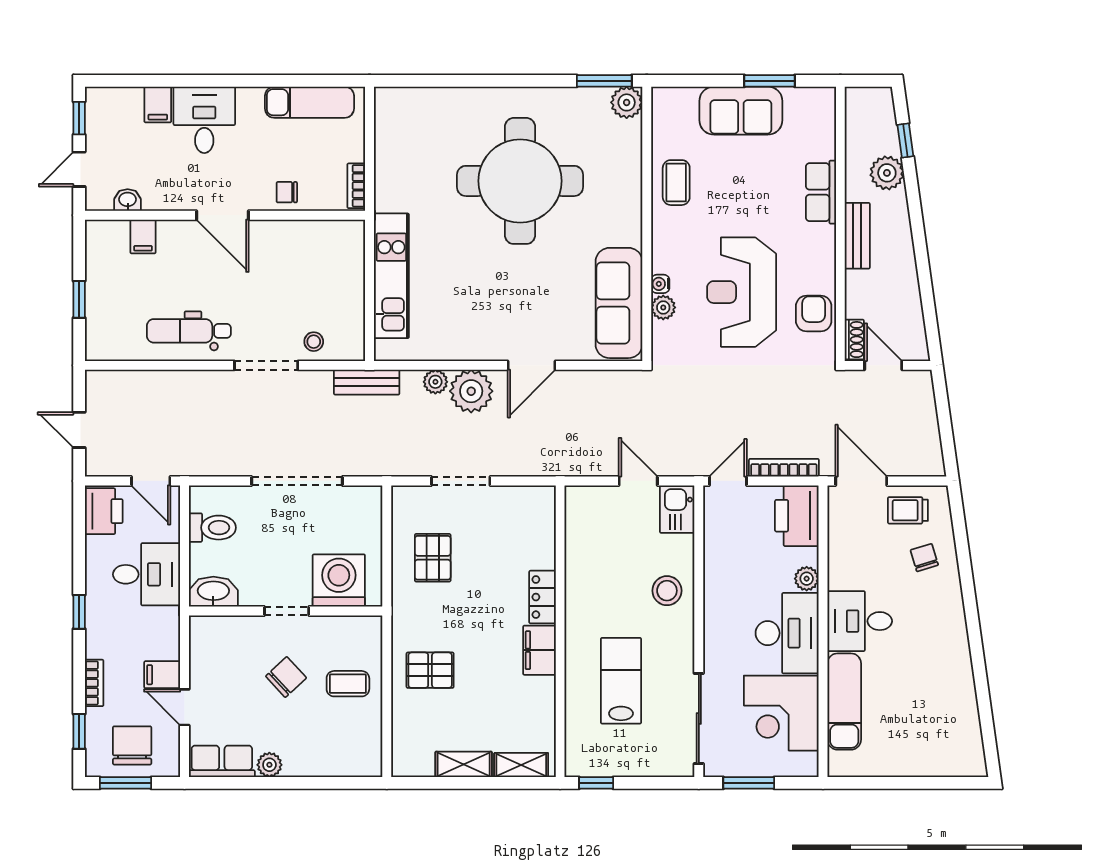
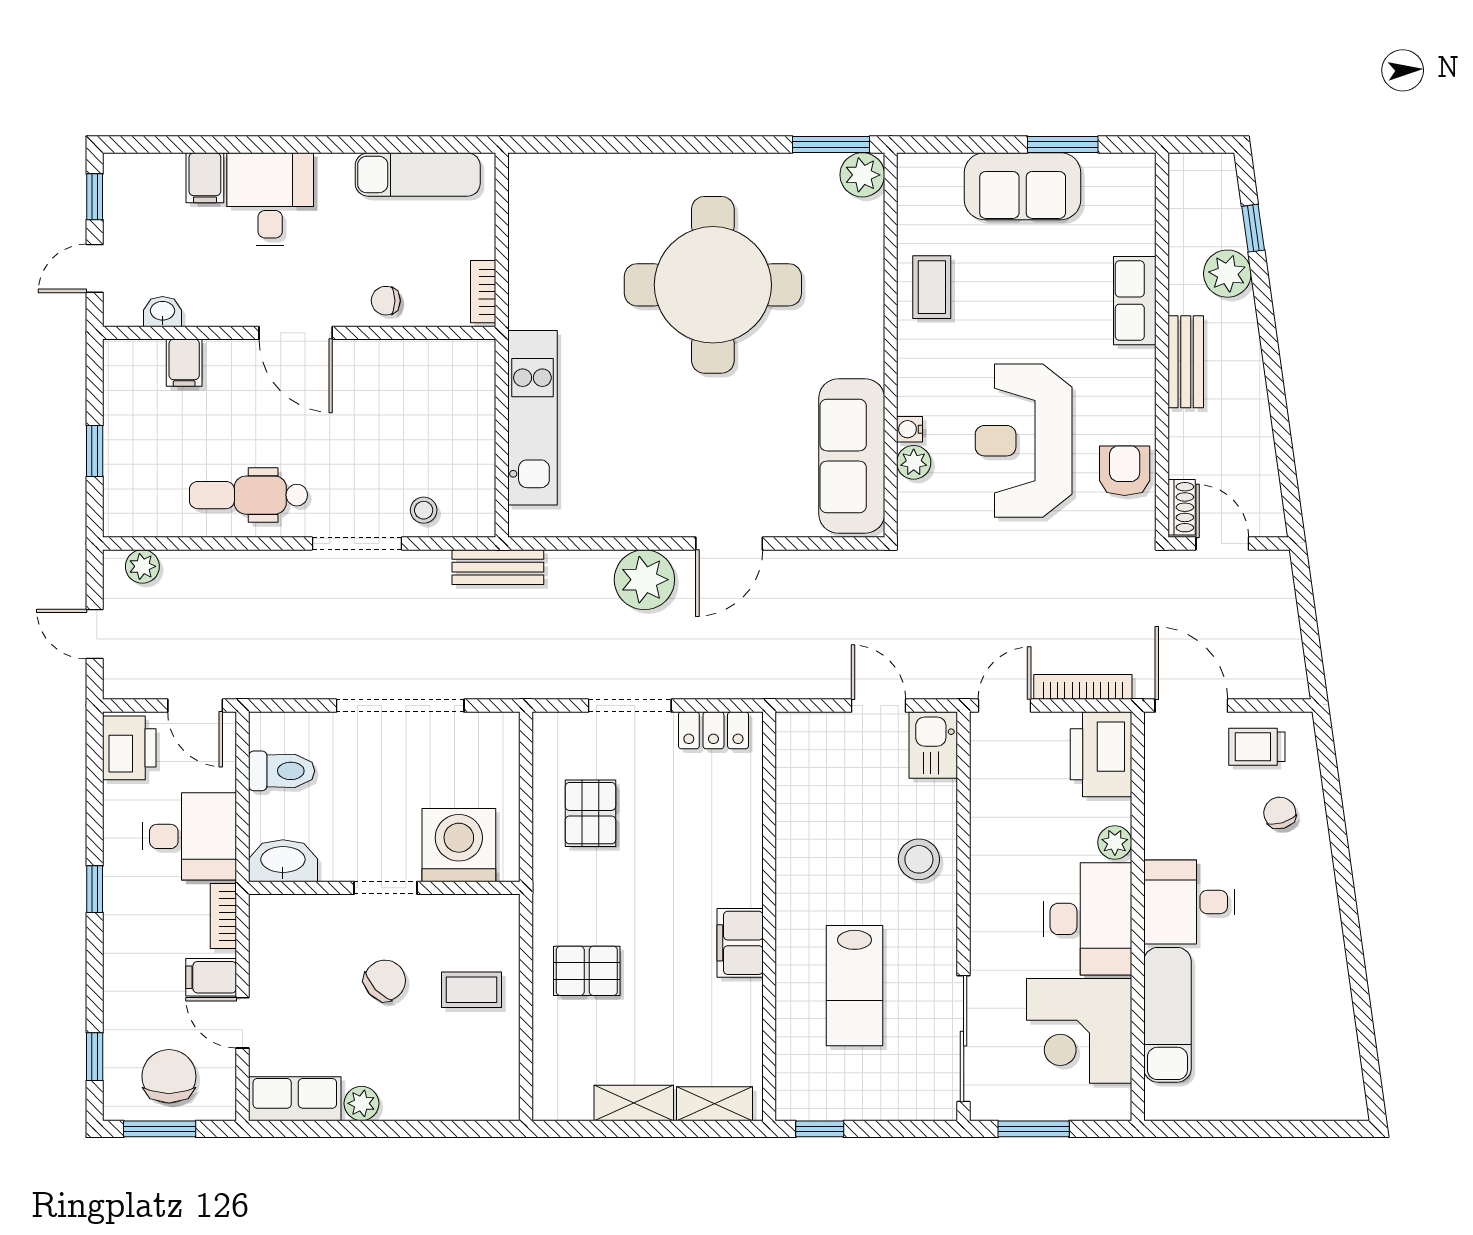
plant: (435, 382) -> (142, 566), moved
locker: (542, 597) -> (713, 730), moved, turned -90
lab bench: (621, 681) -> (854, 986), turned 180
bookcase: (94, 683) -> (223, 916), moved, turned 180

